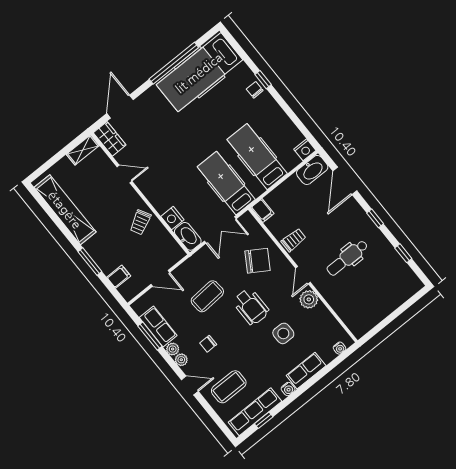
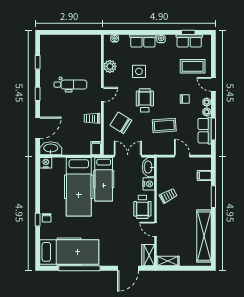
hospital bed: (257, 157) -> (79, 187), width x1.37, depth x1.29
wheelchair: (159, 187) -> (142, 207), added
plant: (309, 299) -> (110, 66), moved
row of seats: (255, 412) -> (189, 41), width x0.68

